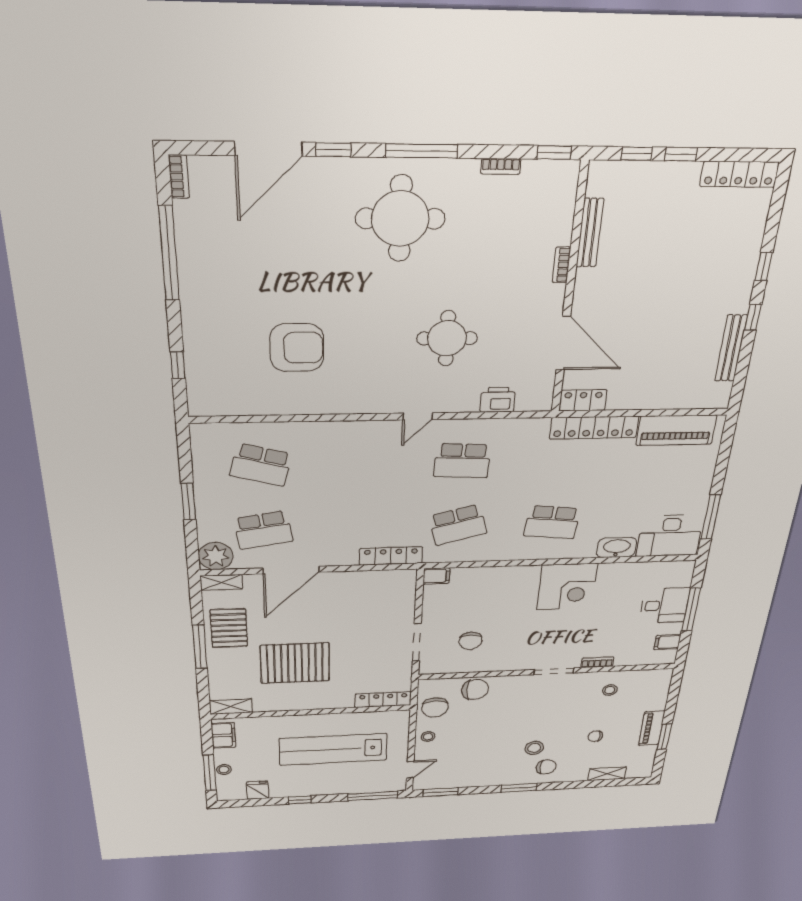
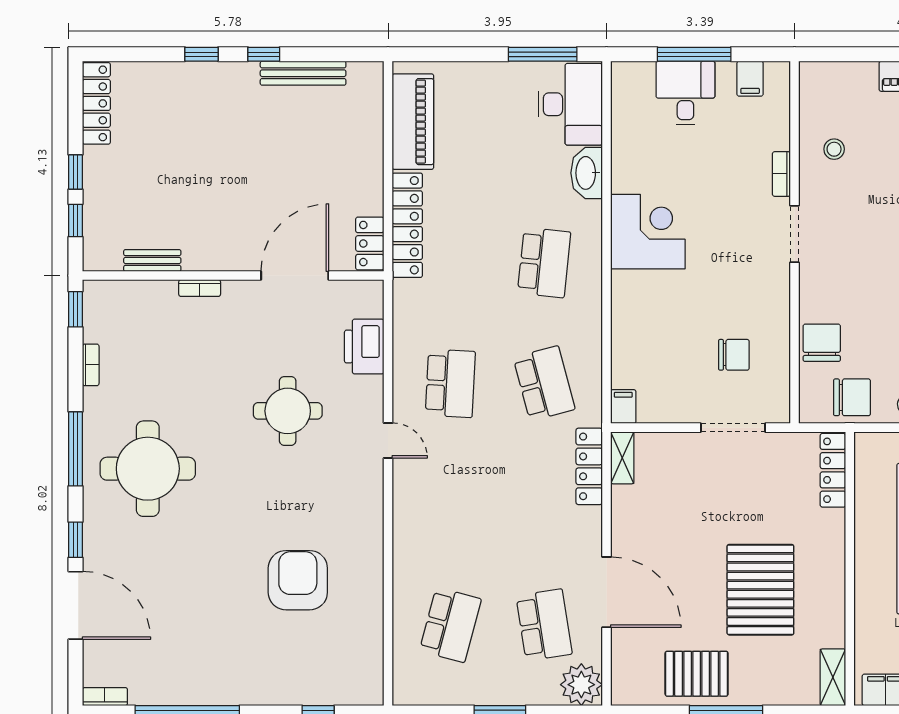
bench: (590, 233) -> (152, 260), width x0.73
printer: (498, 400) -> (364, 347), width x1.37, depth x1.19
shelving: (221, 582) -> (622, 458), moved

